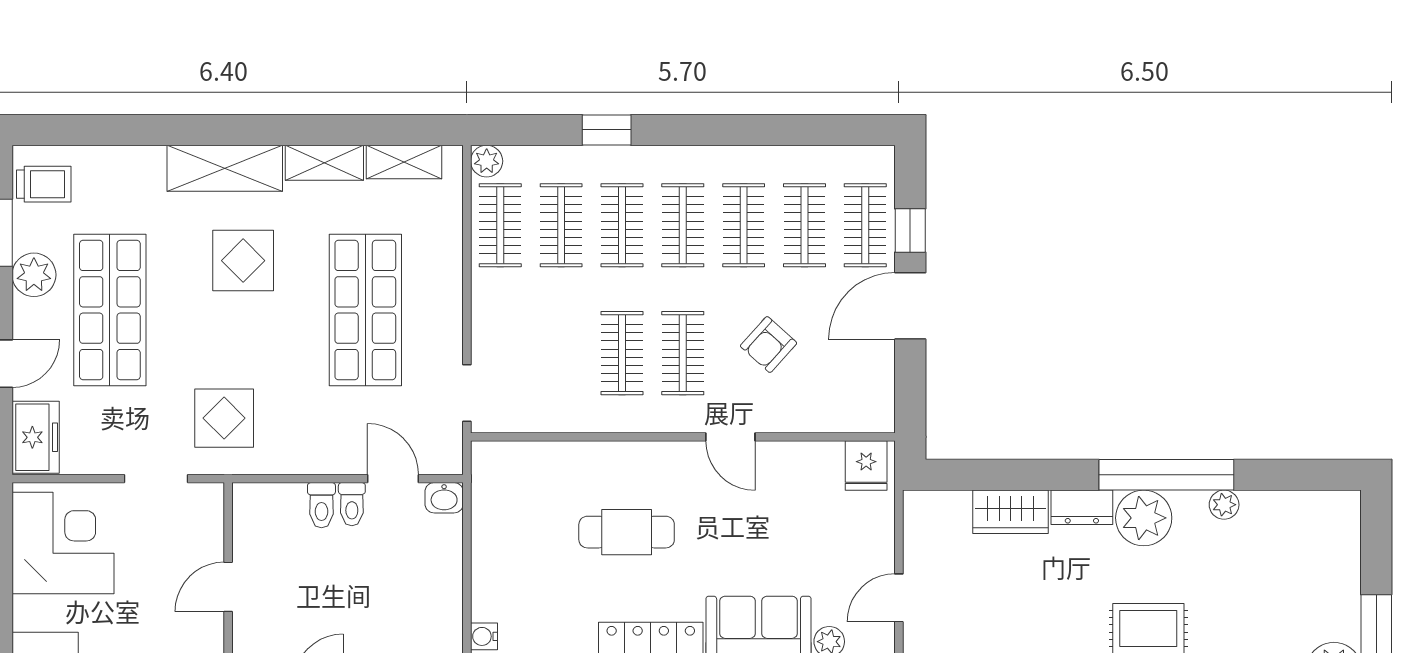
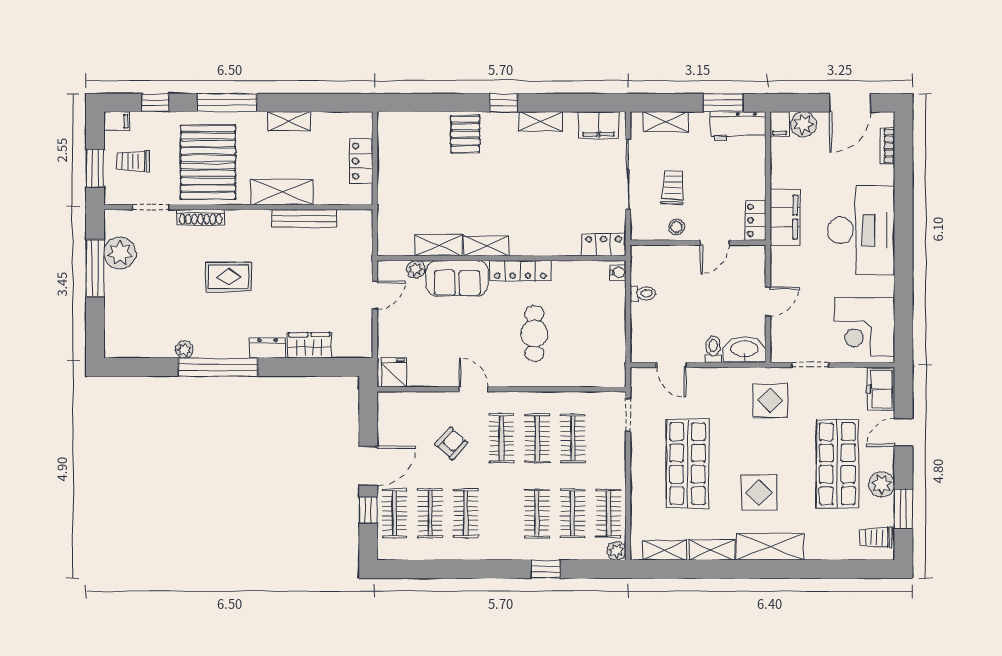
clothes rail: (683, 225) -> (573, 438), moved
washbasin: (444, 498) -> (744, 350), moved, width x1.91, depth x1.45
toilet: (352, 504) -> (643, 293), moved, turned 90
plant: (1144, 518) -> (231, 342), removed
cafe table: (627, 532) -> (534, 333), turned 90

